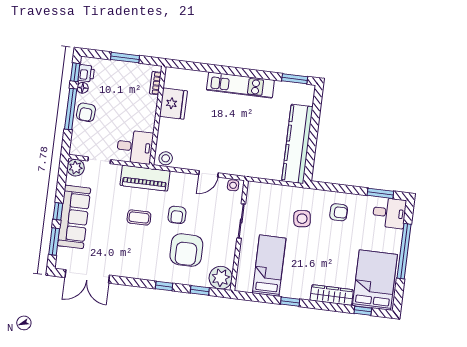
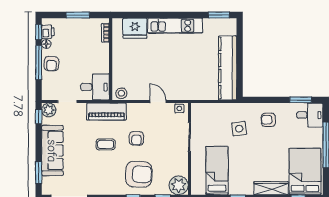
fridge: (173, 104) -> (135, 28), moved, turned 90
door: (208, 174) -> (158, 102), swing flipped
window: (58, 211) -> (39, 117), moved
armchair: (339, 212) -> (268, 120), turned 180
armchair: (186, 250) -> (139, 174), moved, turned -88

